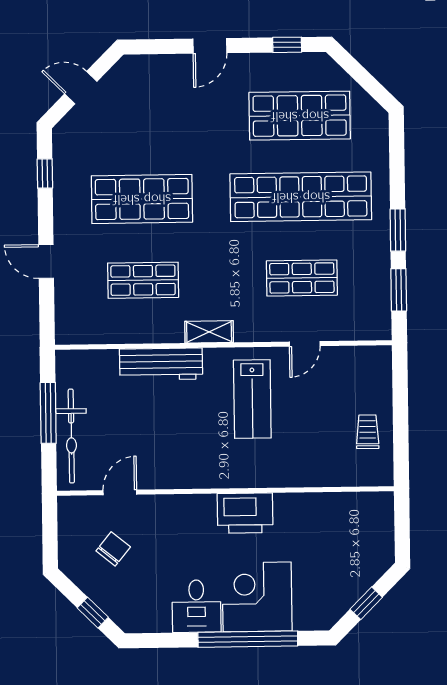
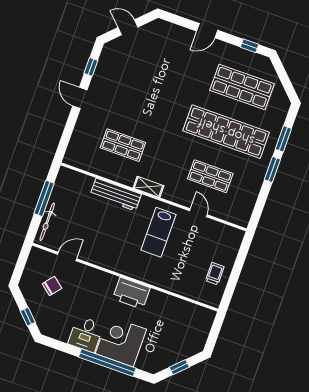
shop shelf: (142, 199) -> (139, 101), removed
door: (46, 261) -> (80, 98), moved
window: (399, 290) -> (283, 139), moved
door: (305, 344) -> (198, 213), swing flipped
bicycle: (71, 436) -> (47, 222), width x0.73, depth x0.71

